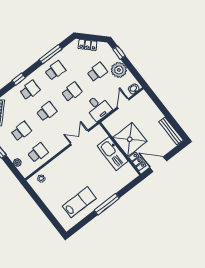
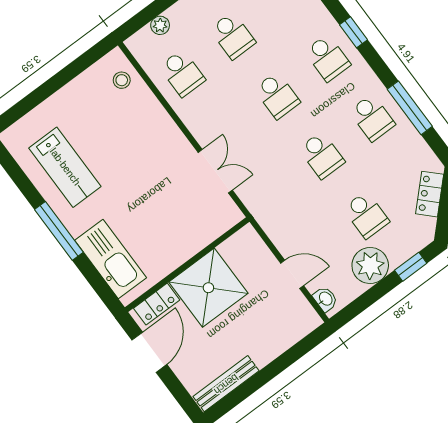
desk: (98, 108) -> (283, 216), removed
kitchen sink: (113, 153) -> (111, 259), moved, turned 90

